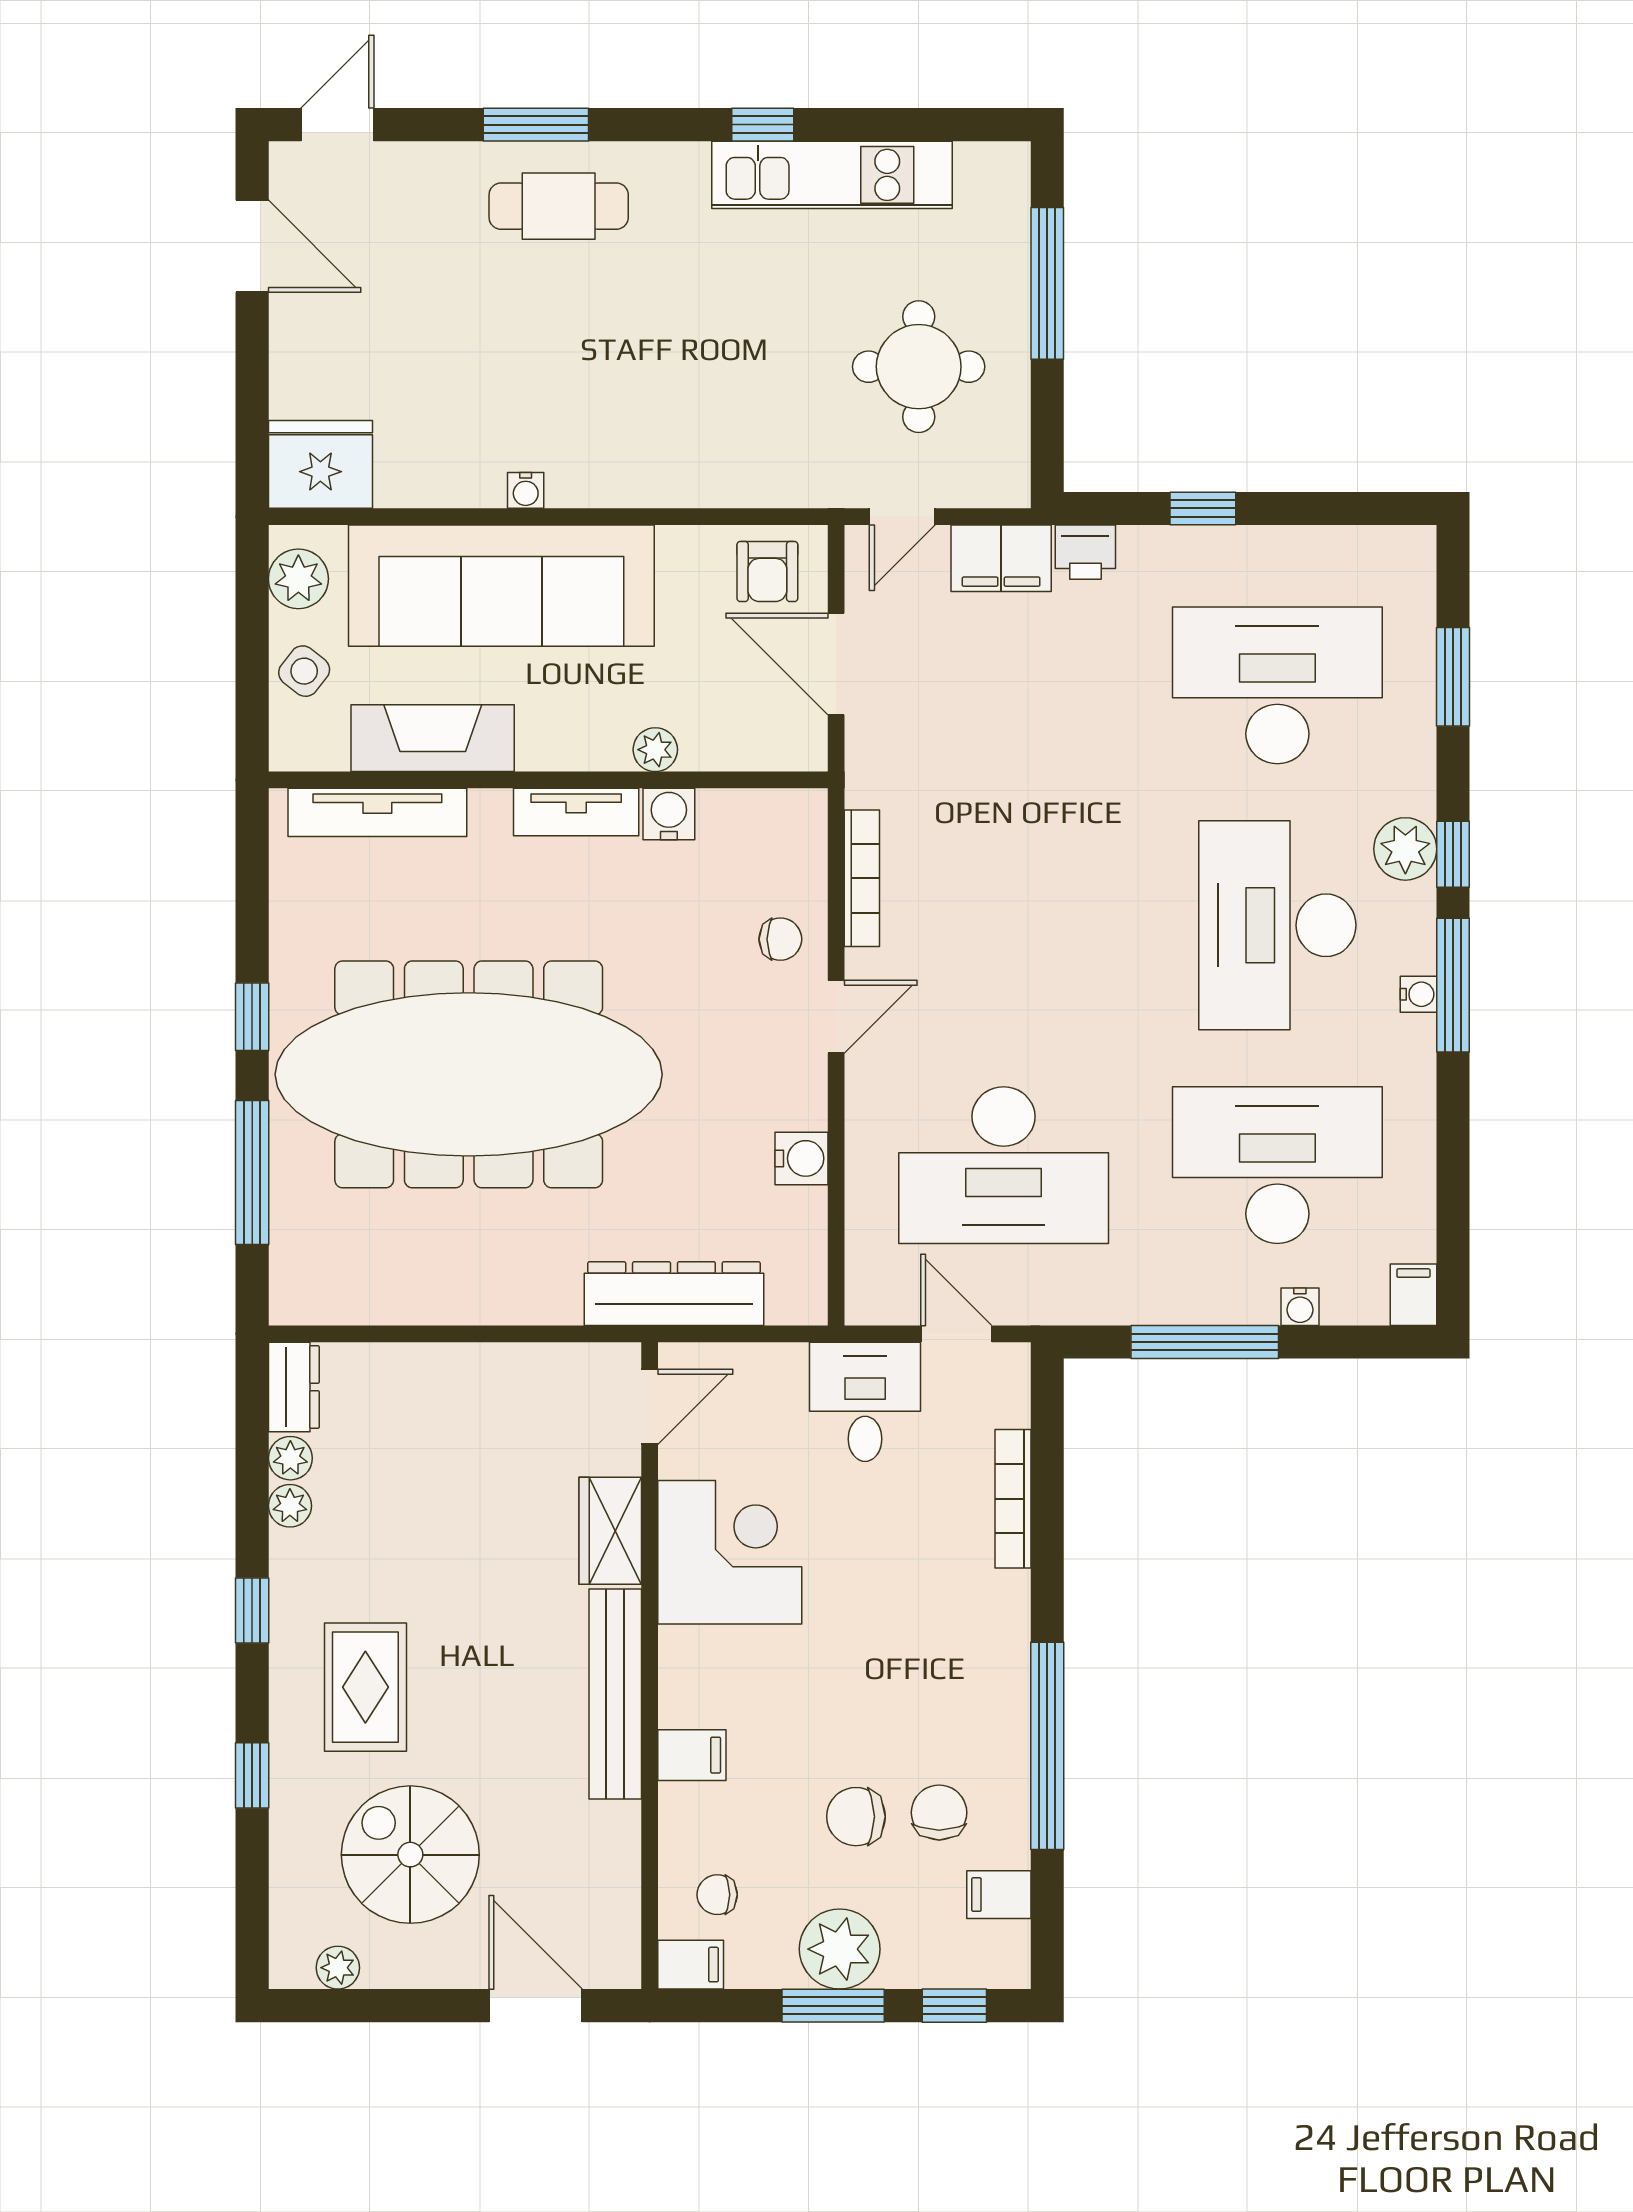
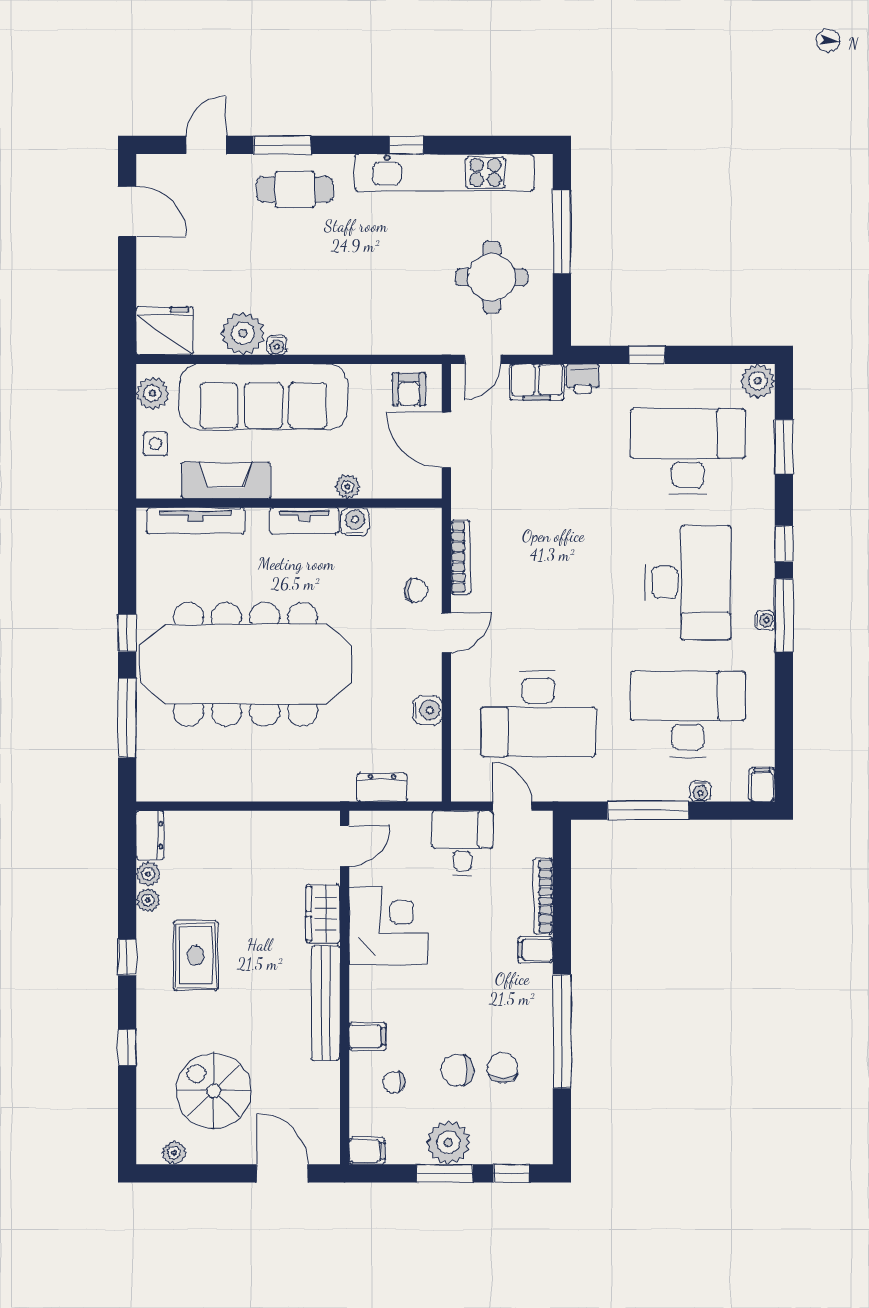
door: (337, 125) -> (206, 145), moved
kitchen unit: (832, 175) -> (444, 172), width x1.36
plant: (464, 469) -> (243, 333), added
side table: (304, 671) -> (156, 444), turned -38
plant: (1405, 849) -> (758, 381), moved
desk: (1277, 925) -> (688, 583), turned 180
dresser: (674, 1294) -> (382, 788), width x0.51, depth x0.80
rug: (365, 1687) -> (196, 955), moved
chair: (717, 1895) -> (394, 1082), moved
filing cabinet: (999, 1895) -> (535, 950), moved

